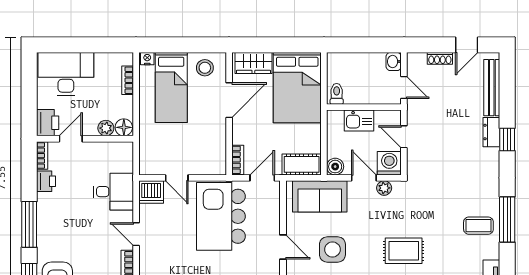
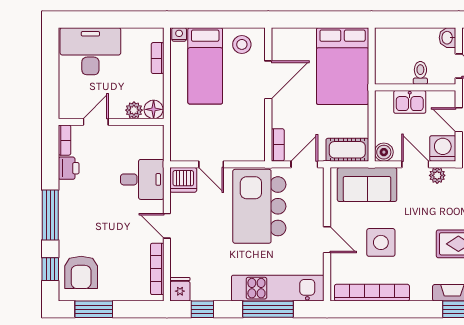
wardrobe: (253, 63) -> (295, 39), removed
toilet: (337, 94) -> (420, 73), moved
printer: (48, 123) -> (70, 104), removed

